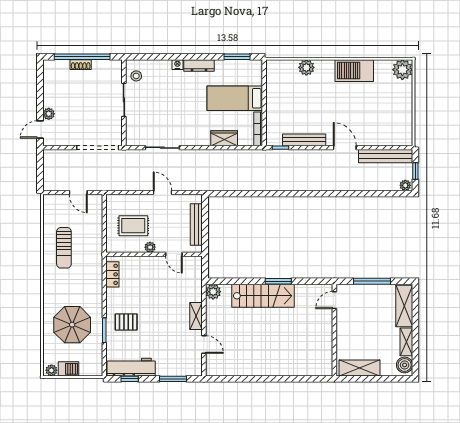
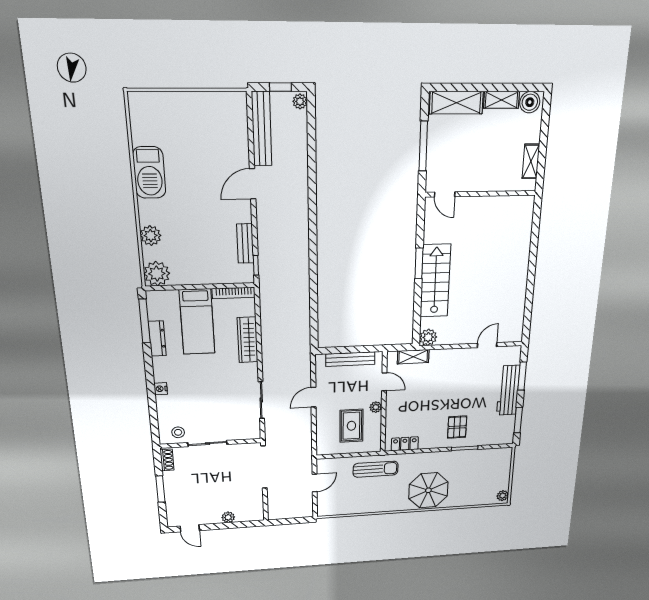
window: (82, 57) -> (160, 489), width x0.47
window: (237, 57) -> (144, 321), width x1.44
shoe rack: (81, 65) -> (167, 460), moved
dresser: (199, 65) -> (157, 338), moved
plant: (402, 70) -> (157, 274), moved
door: (40, 130) -> (190, 528), moved
wardrobe: (224, 138) -> (247, 340), width x1.50
bench: (304, 140) -> (245, 244), width x0.73
sun lounger: (64, 248) -> (376, 469), moved
door: (174, 254) -> (384, 382), hinge flipped
shelving: (196, 316) -> (413, 357), moved
parasol: (72, 325) -> (428, 490), moved
workbench: (131, 367) -> (508, 390), moved
shelving: (359, 368) -> (531, 161), width x0.67, depth x0.75
barbecue: (68, 369) -> (502, 480), removed
window: (130, 379) -> (518, 420), width x1.50

